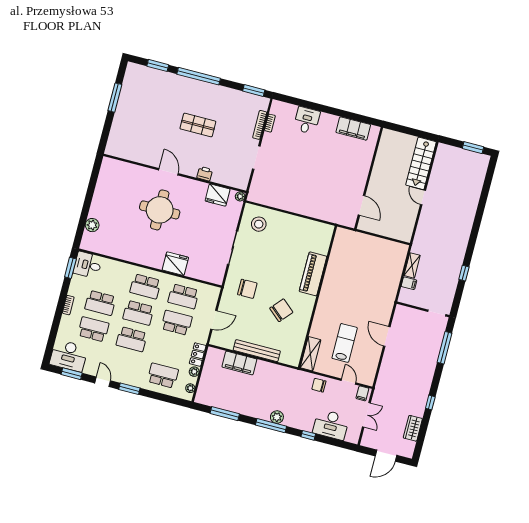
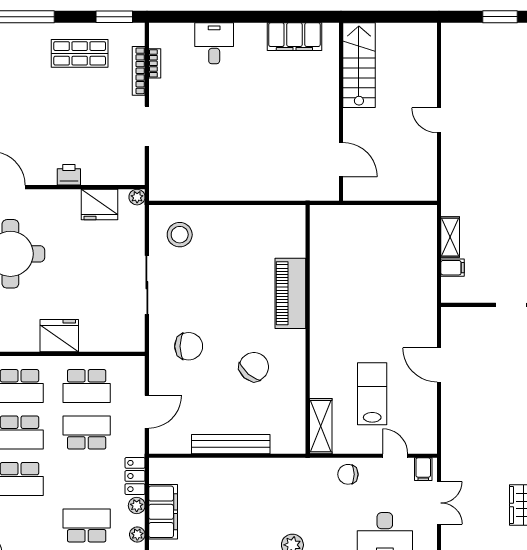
shop shelf: (198, 125) -> (80, 53), moved
stairs: (421, 163) -> (359, 65), moved, turned 180
filing cabinet: (239, 363) -> (163, 512), moved, turned -90

